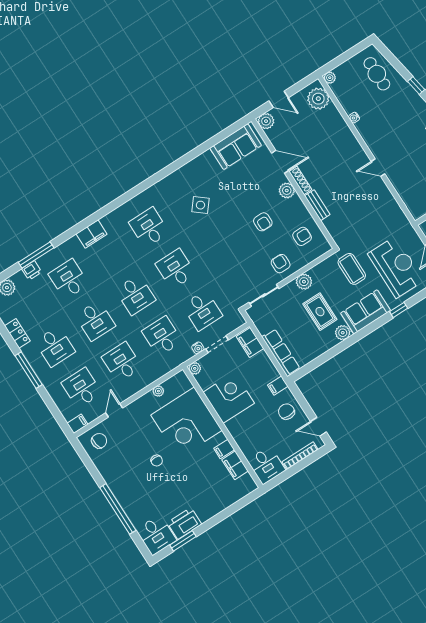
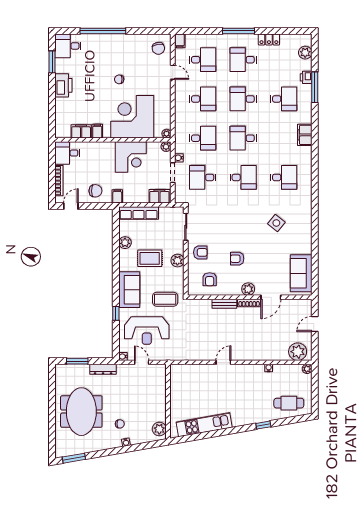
plant: (266, 121) -> (305, 306), removed
plant: (343, 333) -> (125, 243), moved
plant: (158, 391) -> (166, 134), moved
printer: (184, 523) -> (63, 85), moved

